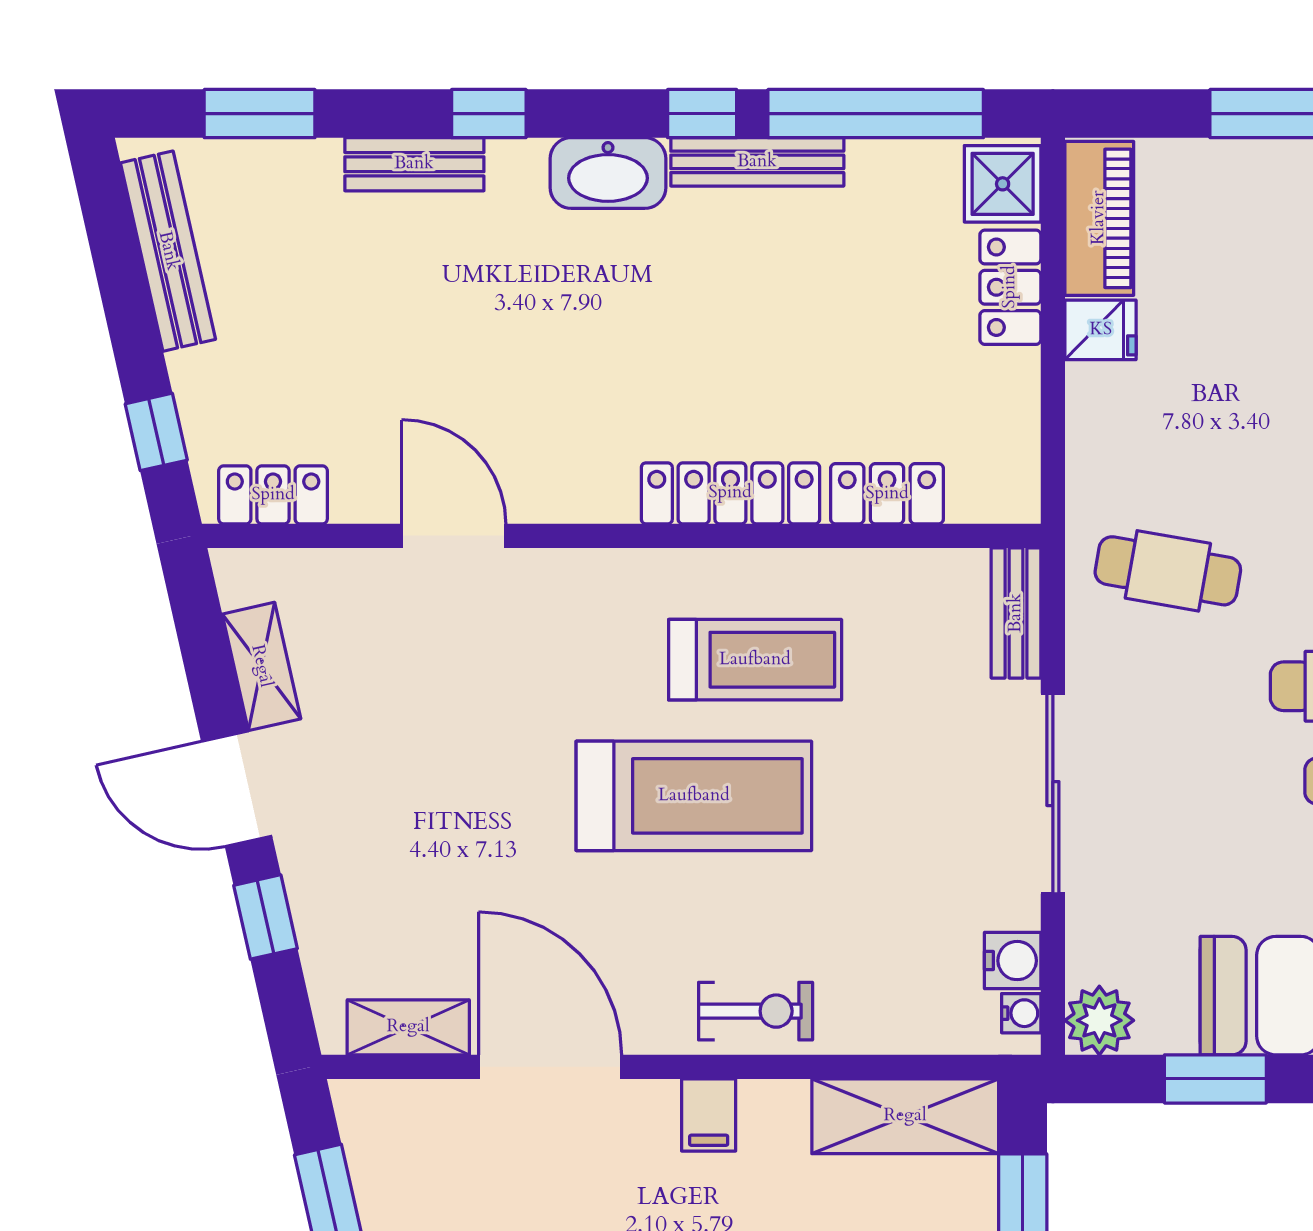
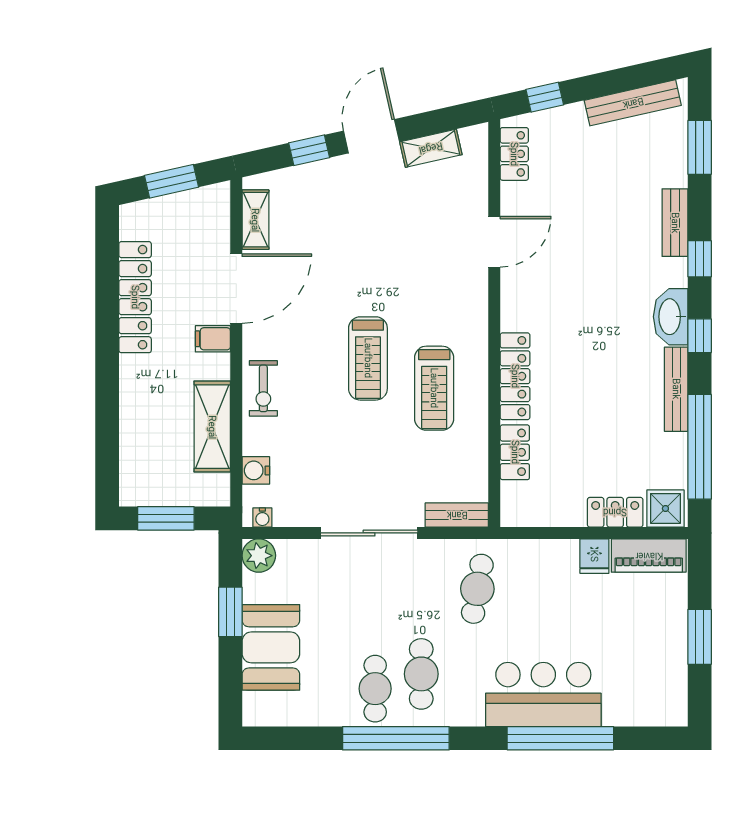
window: (702, 114) -> (700, 336), moved
treadmill: (694, 796) -> (368, 358), width x0.73, depth x0.73
water cooler: (1013, 961) -> (256, 470), moved, turned 90
filing cabinet: (709, 1115) -> (213, 339), moved
shelving: (905, 1116) -> (212, 427), moved

